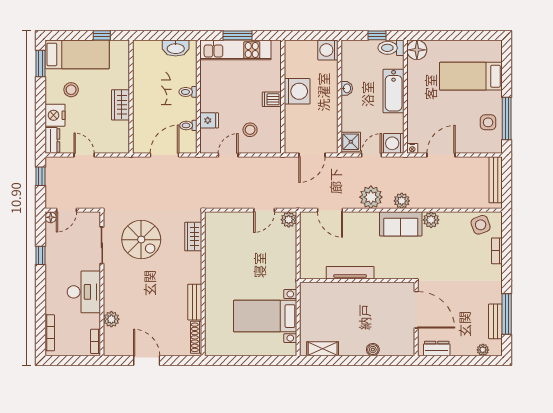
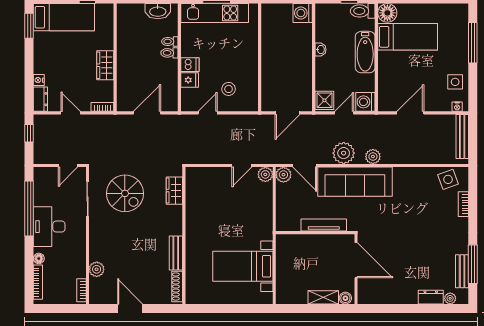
bed: (471, 76) -> (408, 37), moved, turned 180
stool: (71, 90) -> (58, 51), removed
washing machine: (297, 91) -> (273, 52), removed
dishwasher: (272, 99) -> (190, 65), moved, turned 180
nightstand: (55, 115) -> (39, 80), width x0.53, depth x0.56
window: (507, 119) -> (473, 43), moved
toilet: (188, 125) -> (170, 42), moved
nightstand: (412, 148) -> (457, 107), moved
bookcase: (118, 149) -> (102, 107), added
door: (66, 210) -> (68, 165), moved
floor lamp: (51, 217) -> (39, 258), moved
plant: (431, 220) -> (283, 175), moved
sofa: (401, 224) -> (355, 182), width x1.85, depth x1.27
window: (41, 255) -> (29, 209), width x3.17
desk: (84, 292) -> (49, 227), moved, turned 180
door: (416, 310) -> (356, 260), moved
wall: (416, 319) -> (356, 269), moved
dresser: (437, 348) -> (431, 297), moved
shelving: (323, 349) -> (323, 297), moved

